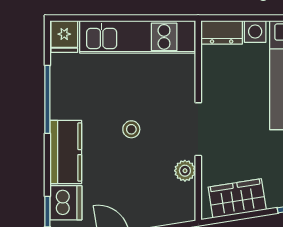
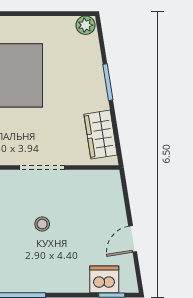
kitchen counter: (66, 152) -> (61, 280), removed
plant: (185, 171) -> (77, 179), removed

